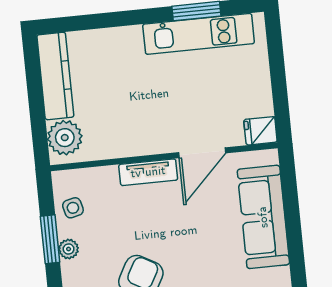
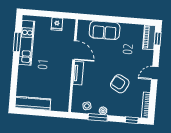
fridge: (260, 131) -> (57, 24), moved
plant: (65, 138) -> (58, 104), removed
sofa: (263, 217) -> (105, 30), width x0.73

